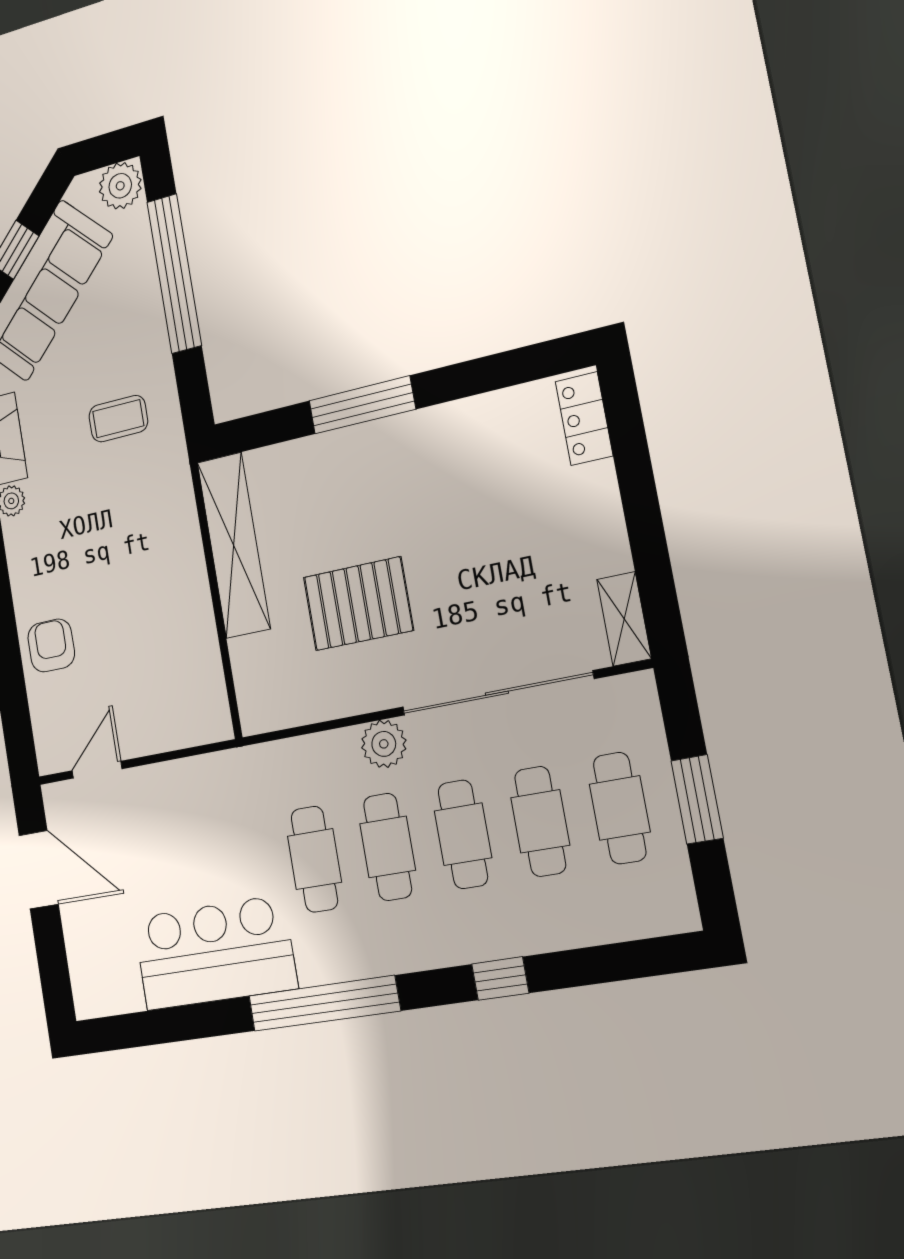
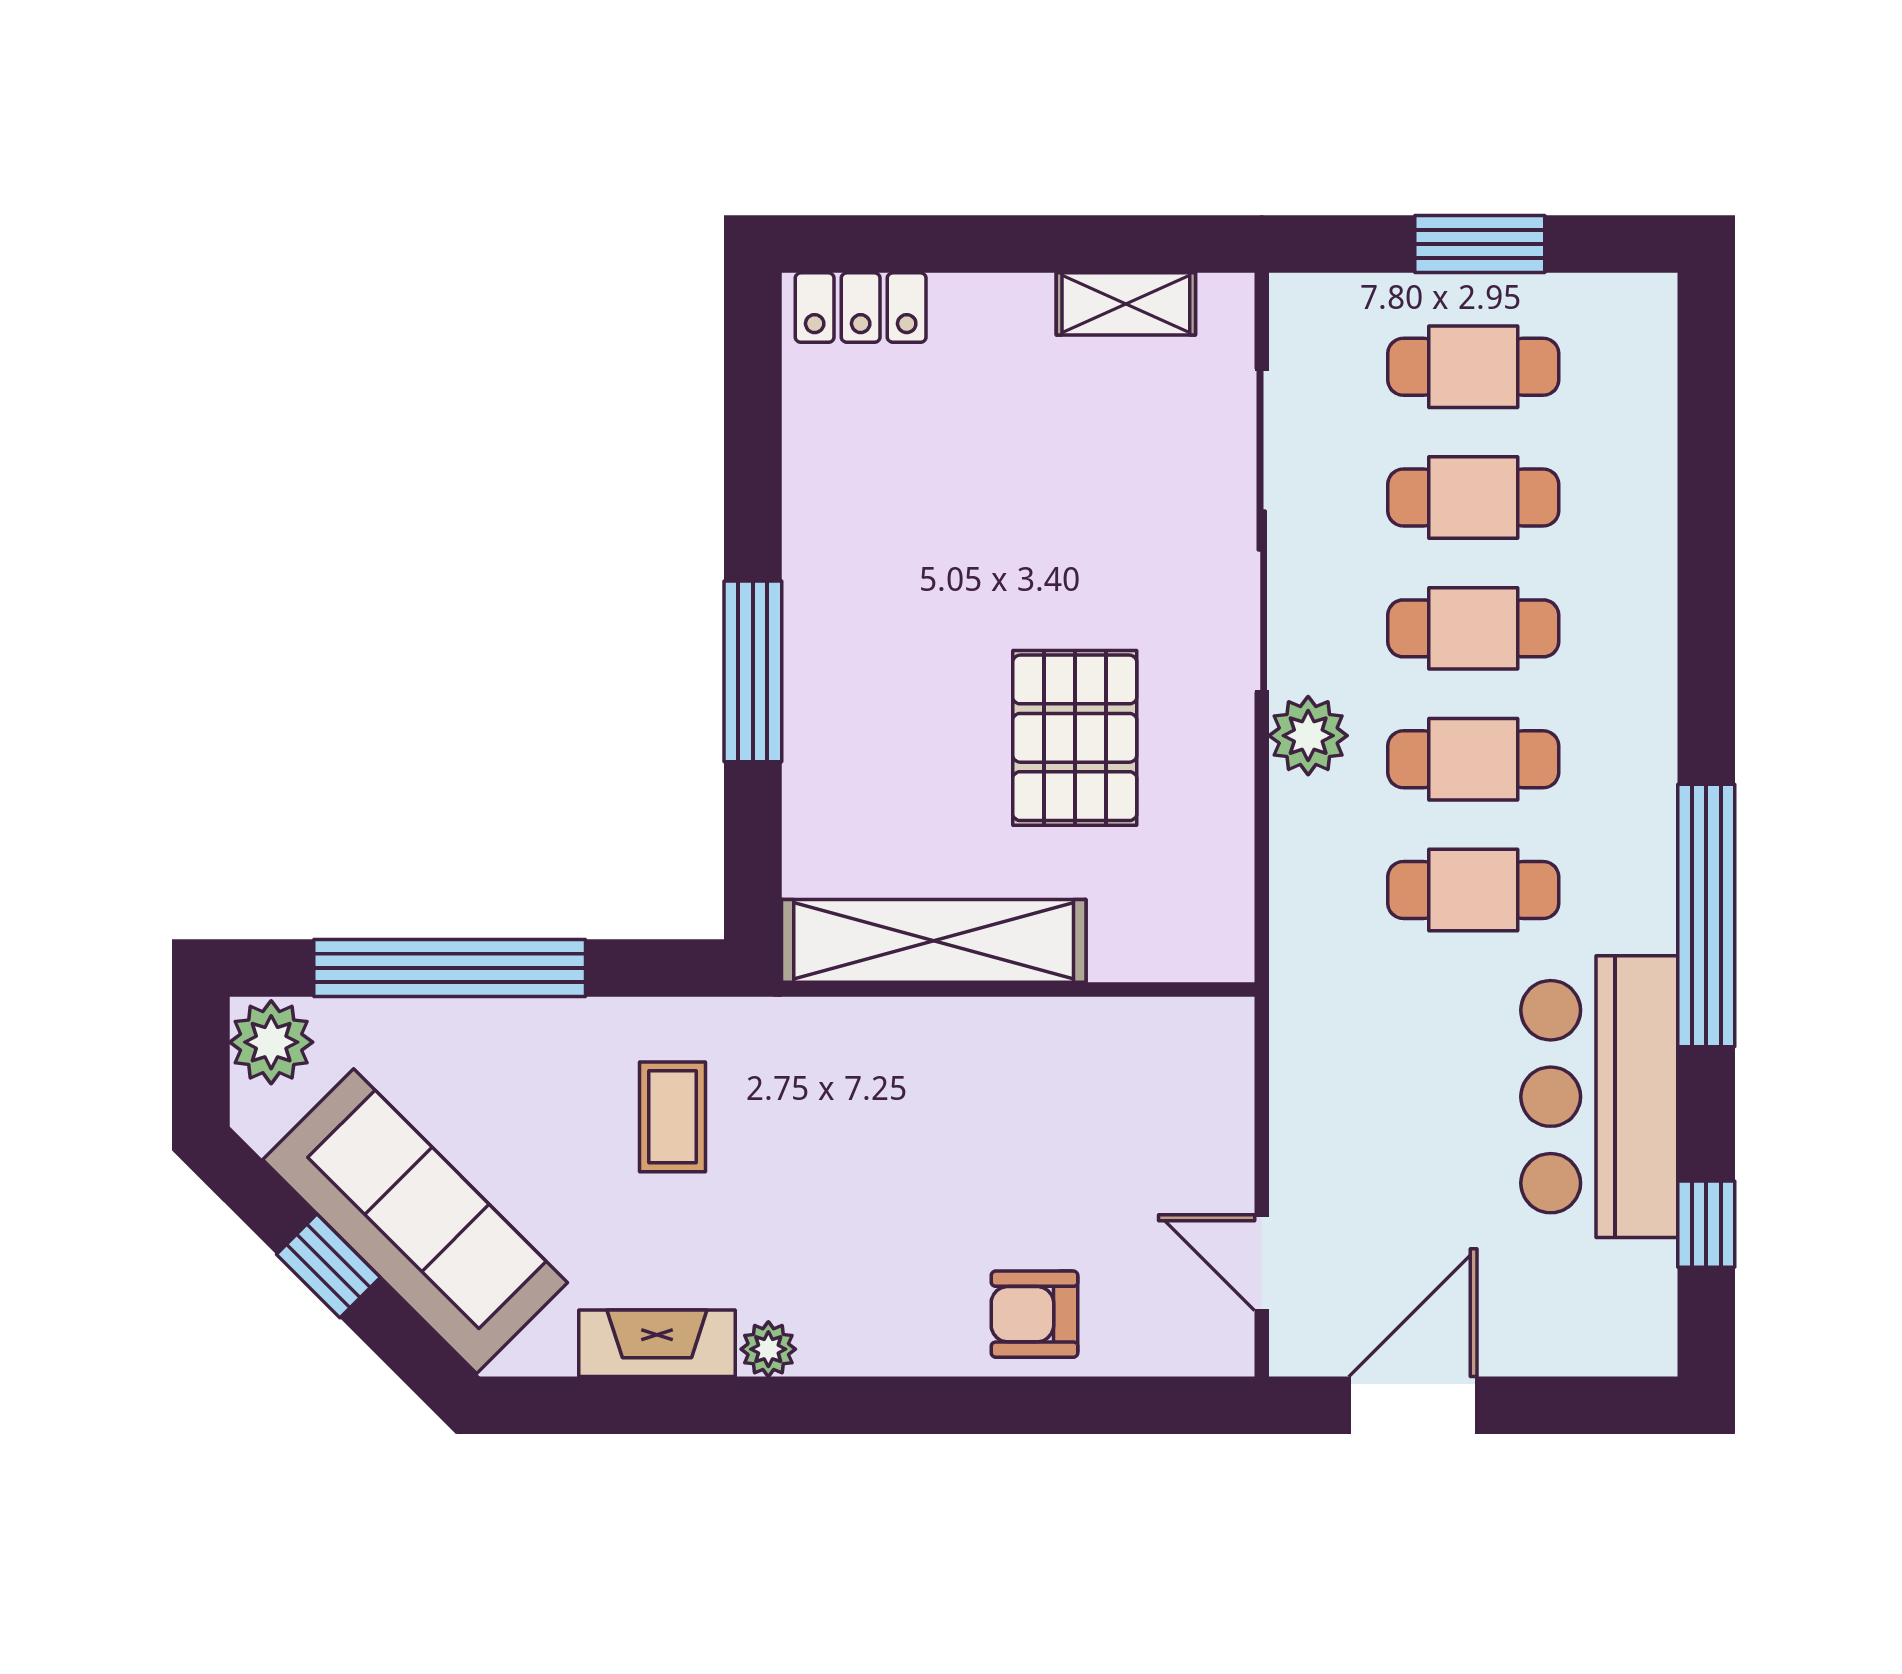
shelving: (624, 619) -> (1126, 304), moved
window: (500, 979) -> (1706, 1224), moved

